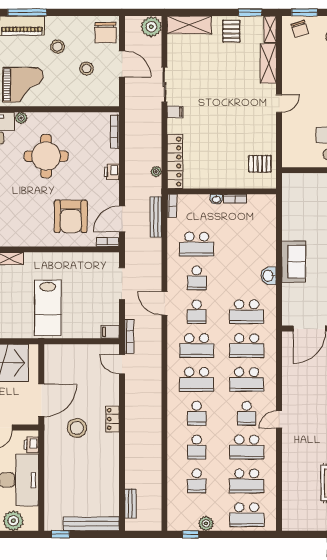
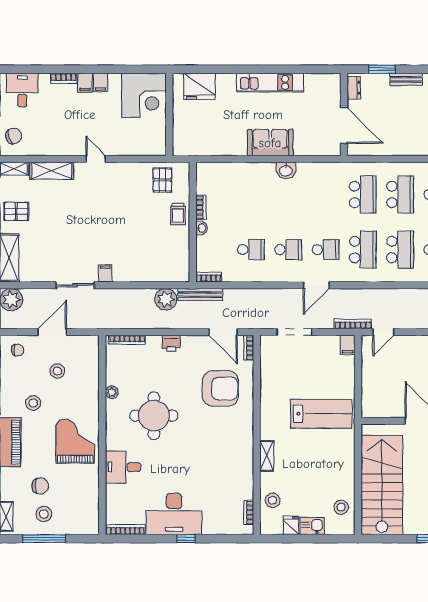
chair: (105, 33) -> (18, 350), width x0.54, depth x0.54
plant: (21, 118) -> (112, 392), moved
locker: (175, 161) -> (160, 274), removed
plant: (156, 172) -> (166, 299), width x1.87, depth x1.87
trolley: (229, 178) -> (178, 214), added
bench: (156, 217) -> (200, 295), moved
school desk: (197, 244) -> (251, 250), width x0.54
school desk: (247, 312) -> (325, 195), removed

